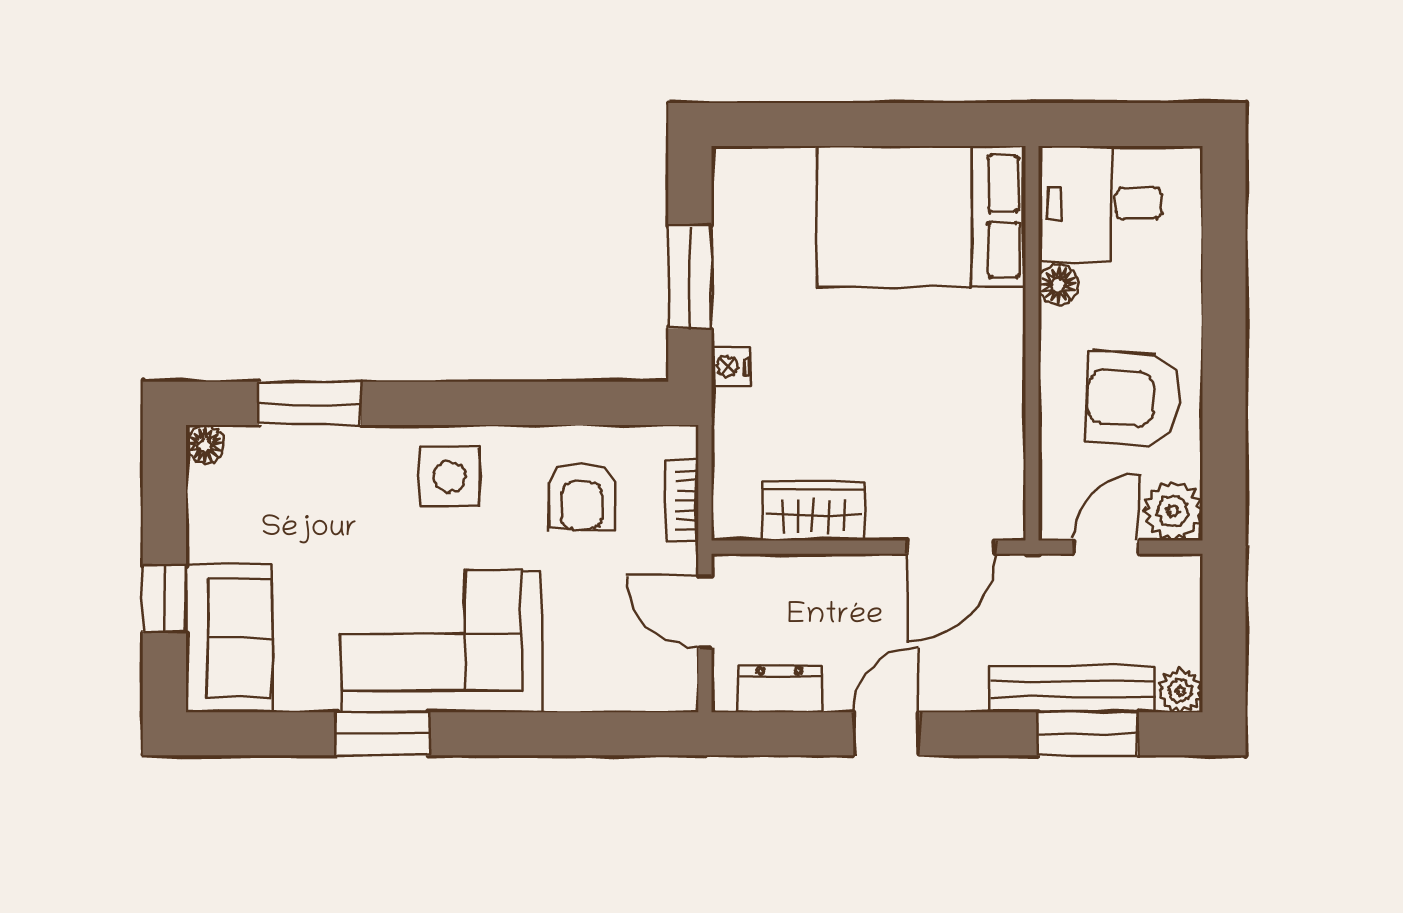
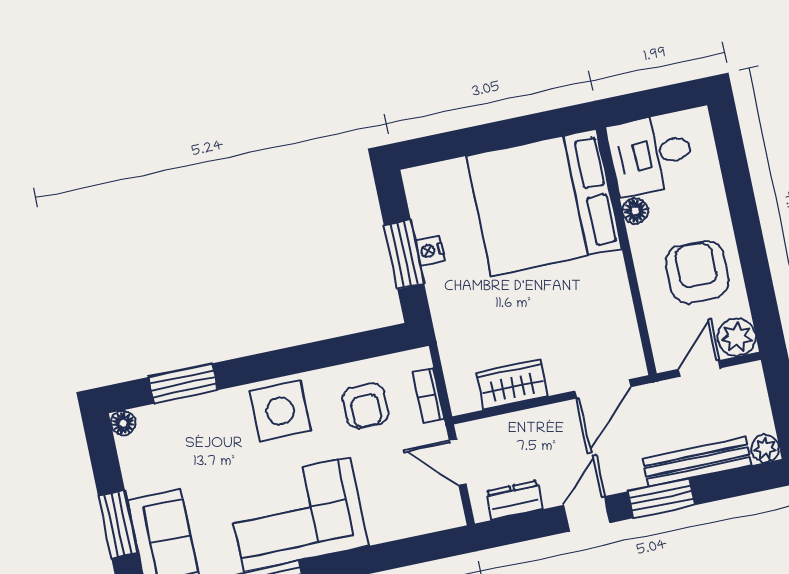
bed: (921, 216) -> (544, 202), width x1.36
nightstand: (731, 366) -> (430, 251), moved
armchair: (1134, 399) -> (697, 272), turned 86
side table: (449, 477) -> (280, 411), width x1.37, depth x1.37
window: (164, 598) -> (118, 524), width x1.50
window: (1088, 734) -> (661, 498), moved

